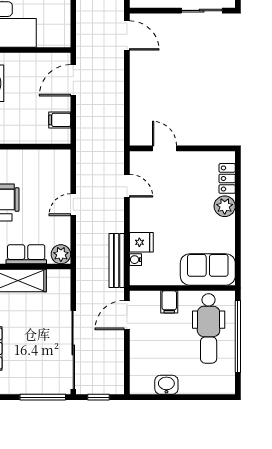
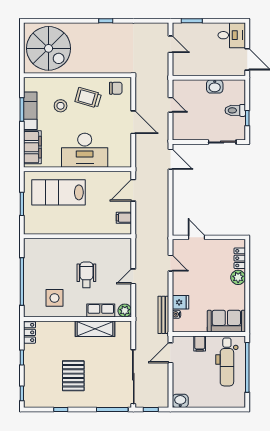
washbasin: (166, 385) -> (180, 401), moved

